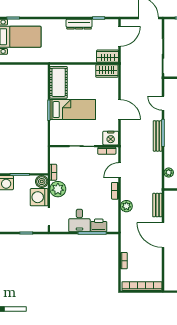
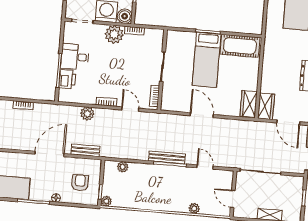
door: (163, 103) -> (205, 167), hinge flipped
door: (120, 110) -> (202, 115), swing flipped
nightstand: (111, 138) -> (169, 102), removed

